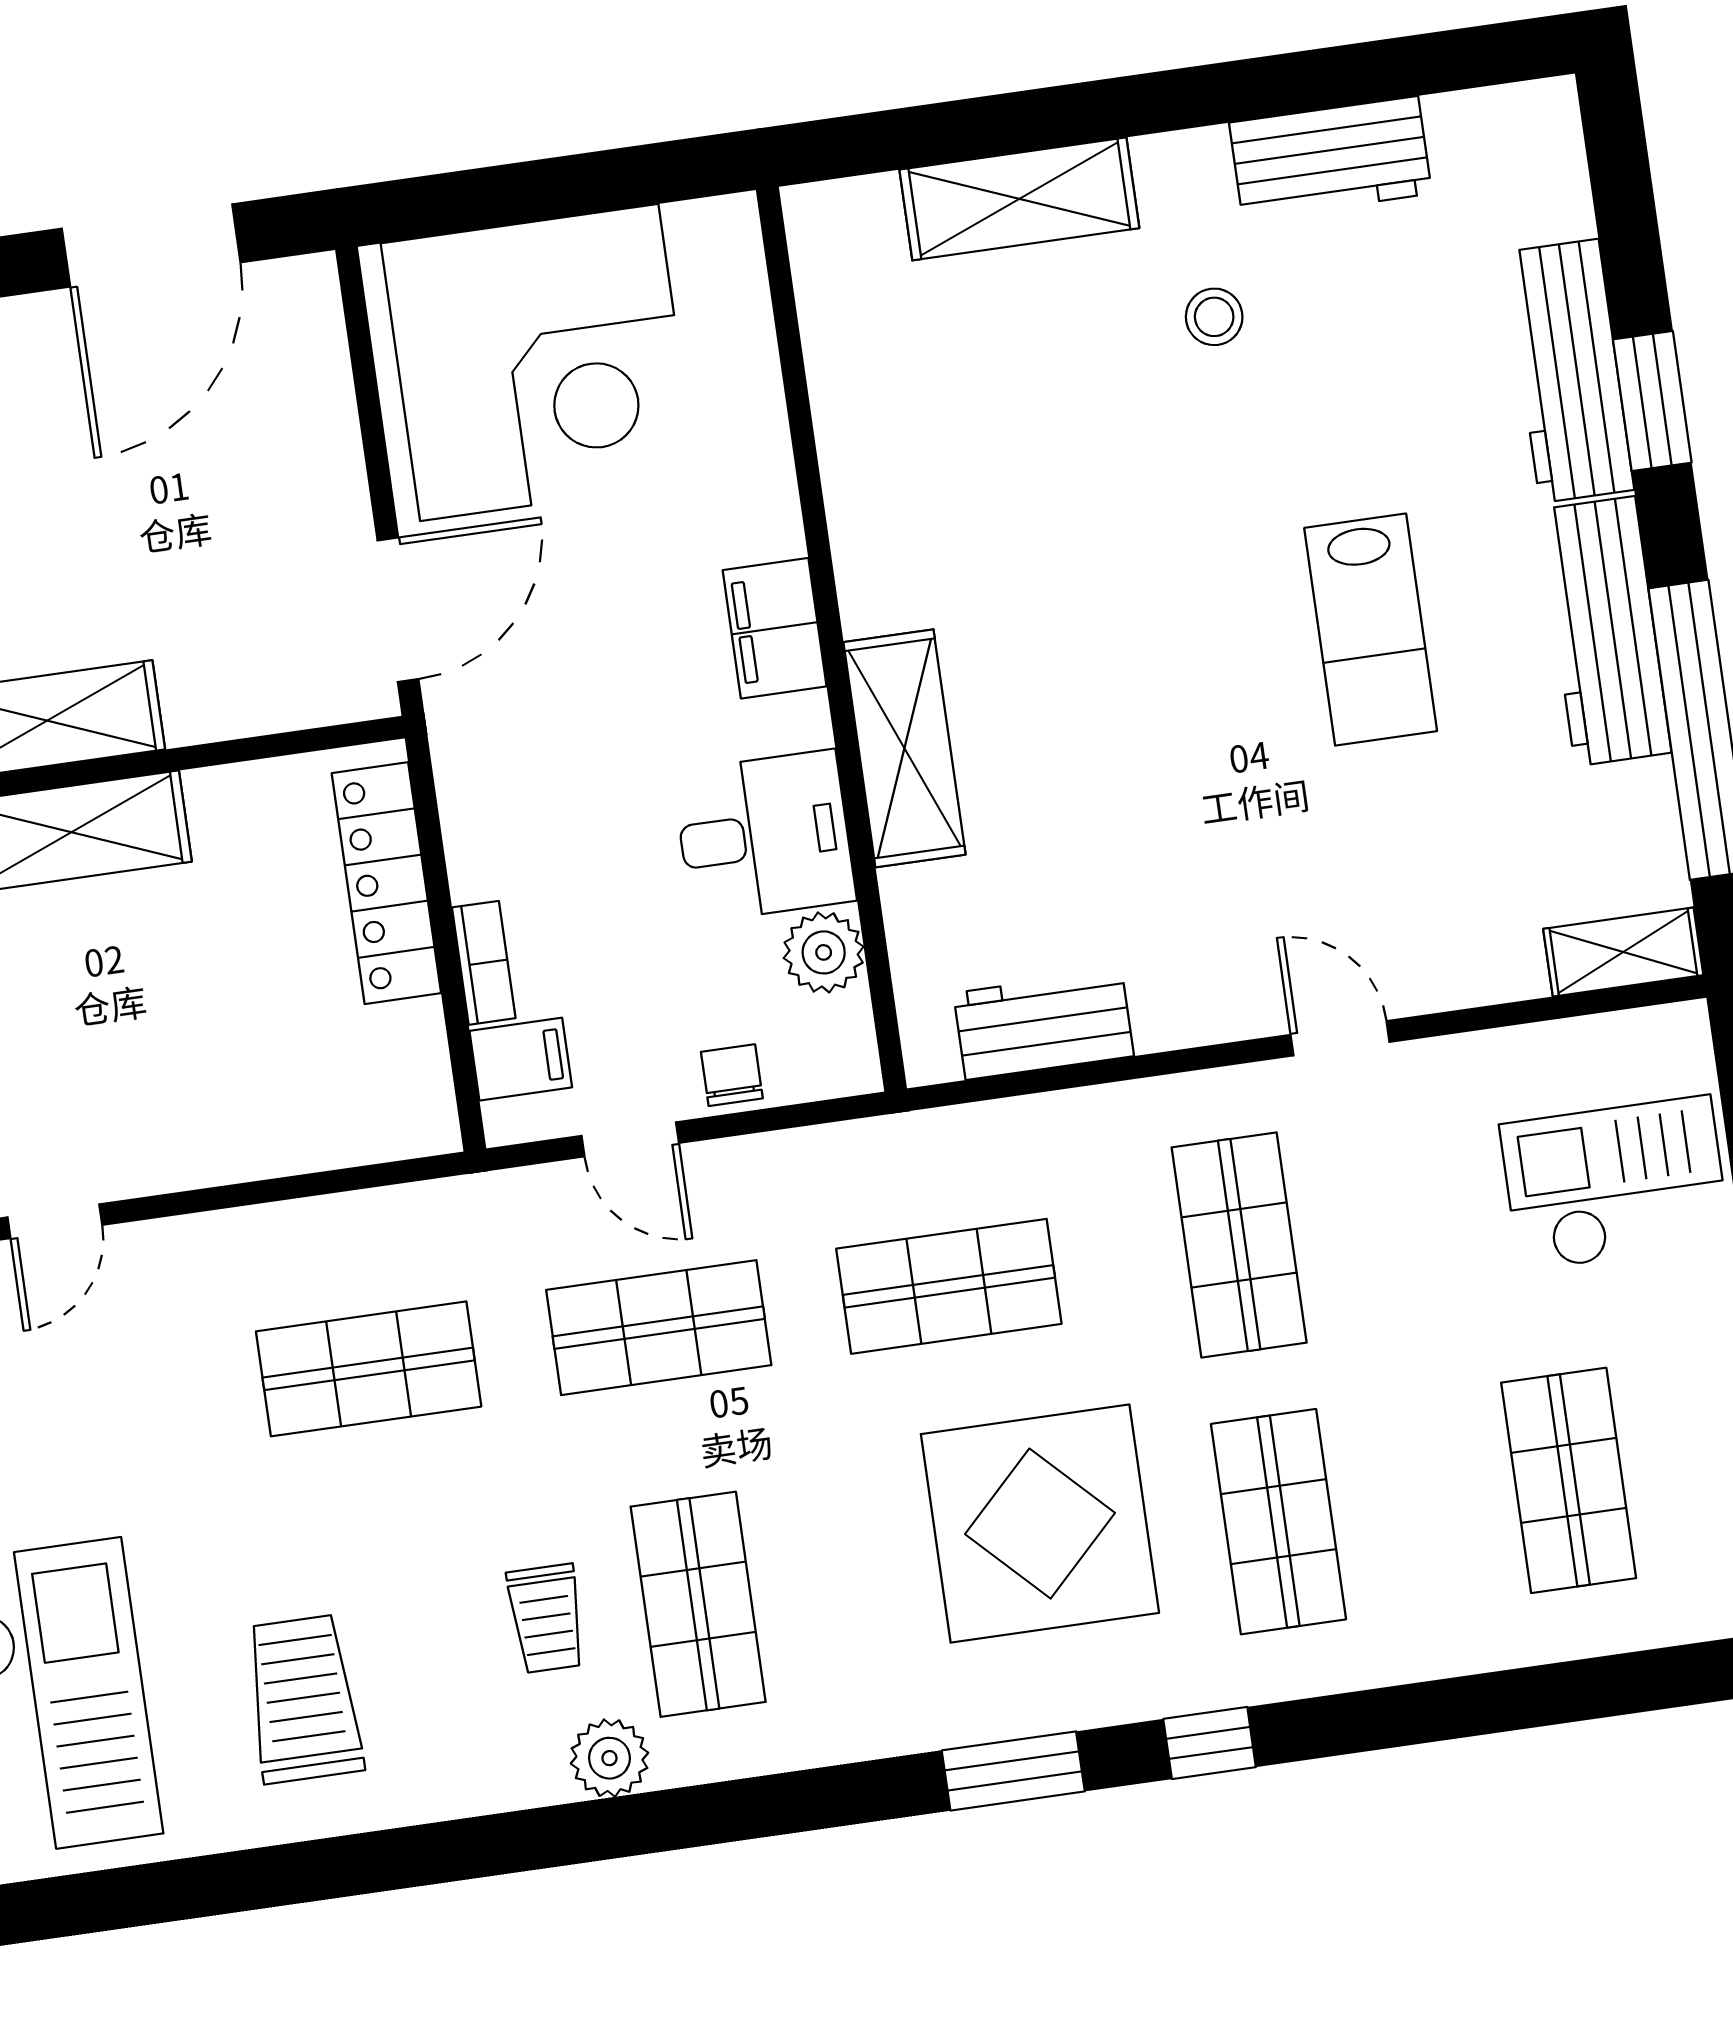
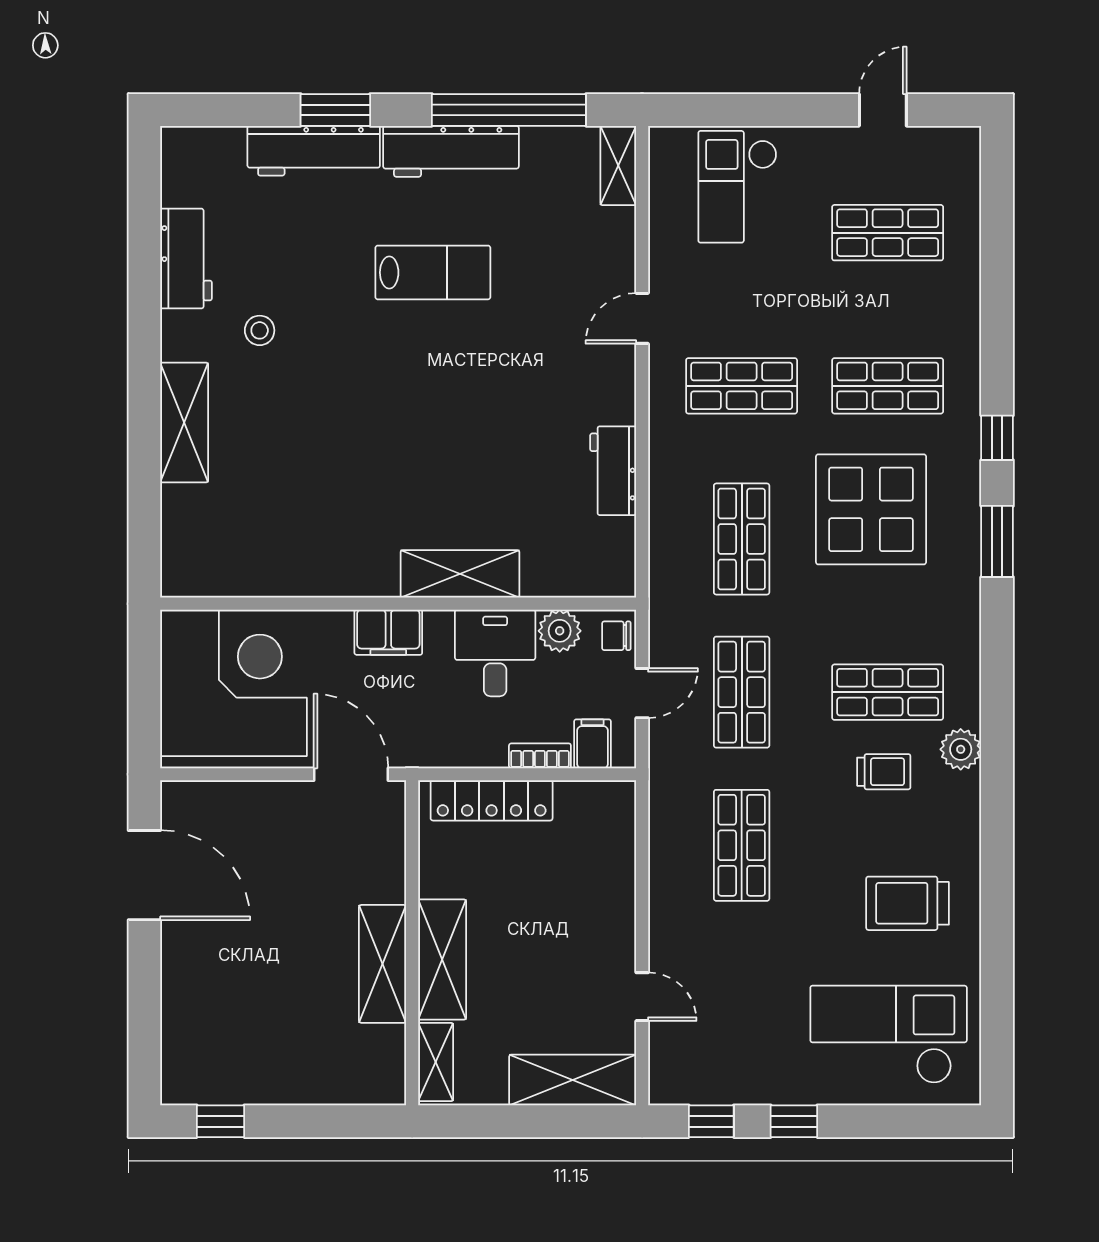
filing cabinet: (775, 628) -> (388, 632), moved
wall: (831, 639) -> (398, 604), moved
shelving: (904, 748) -> (460, 574), moved
desk: (764, 836) -> (495, 653), moved
plant: (824, 952) -> (560, 631), moved

